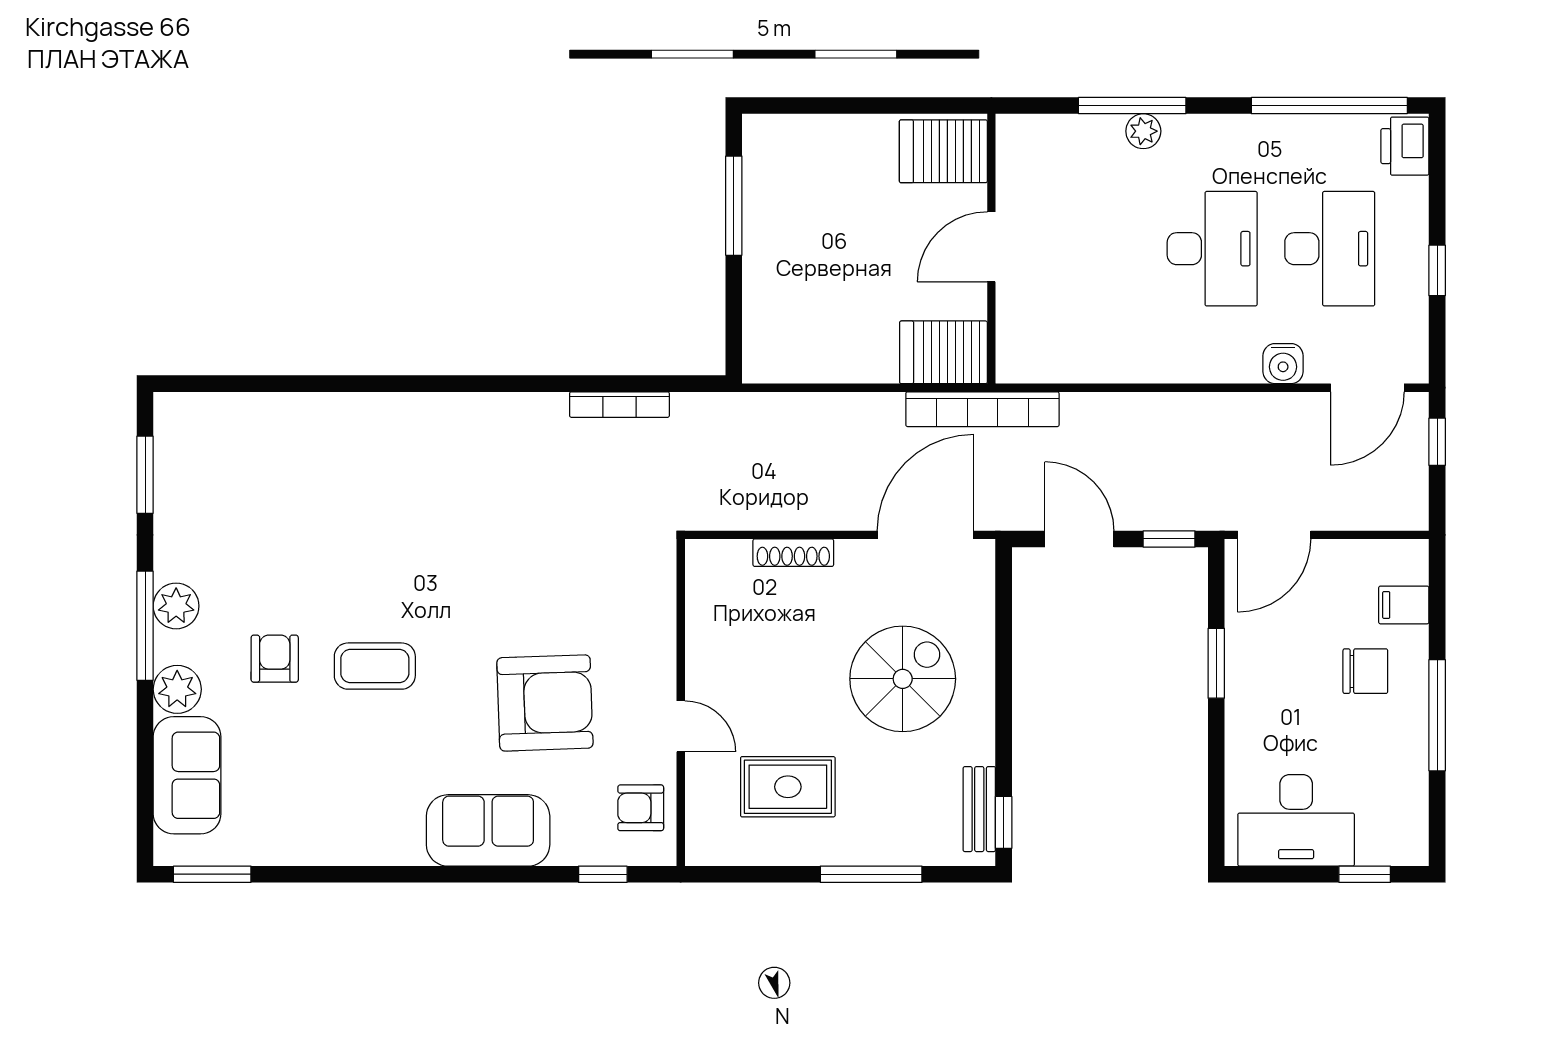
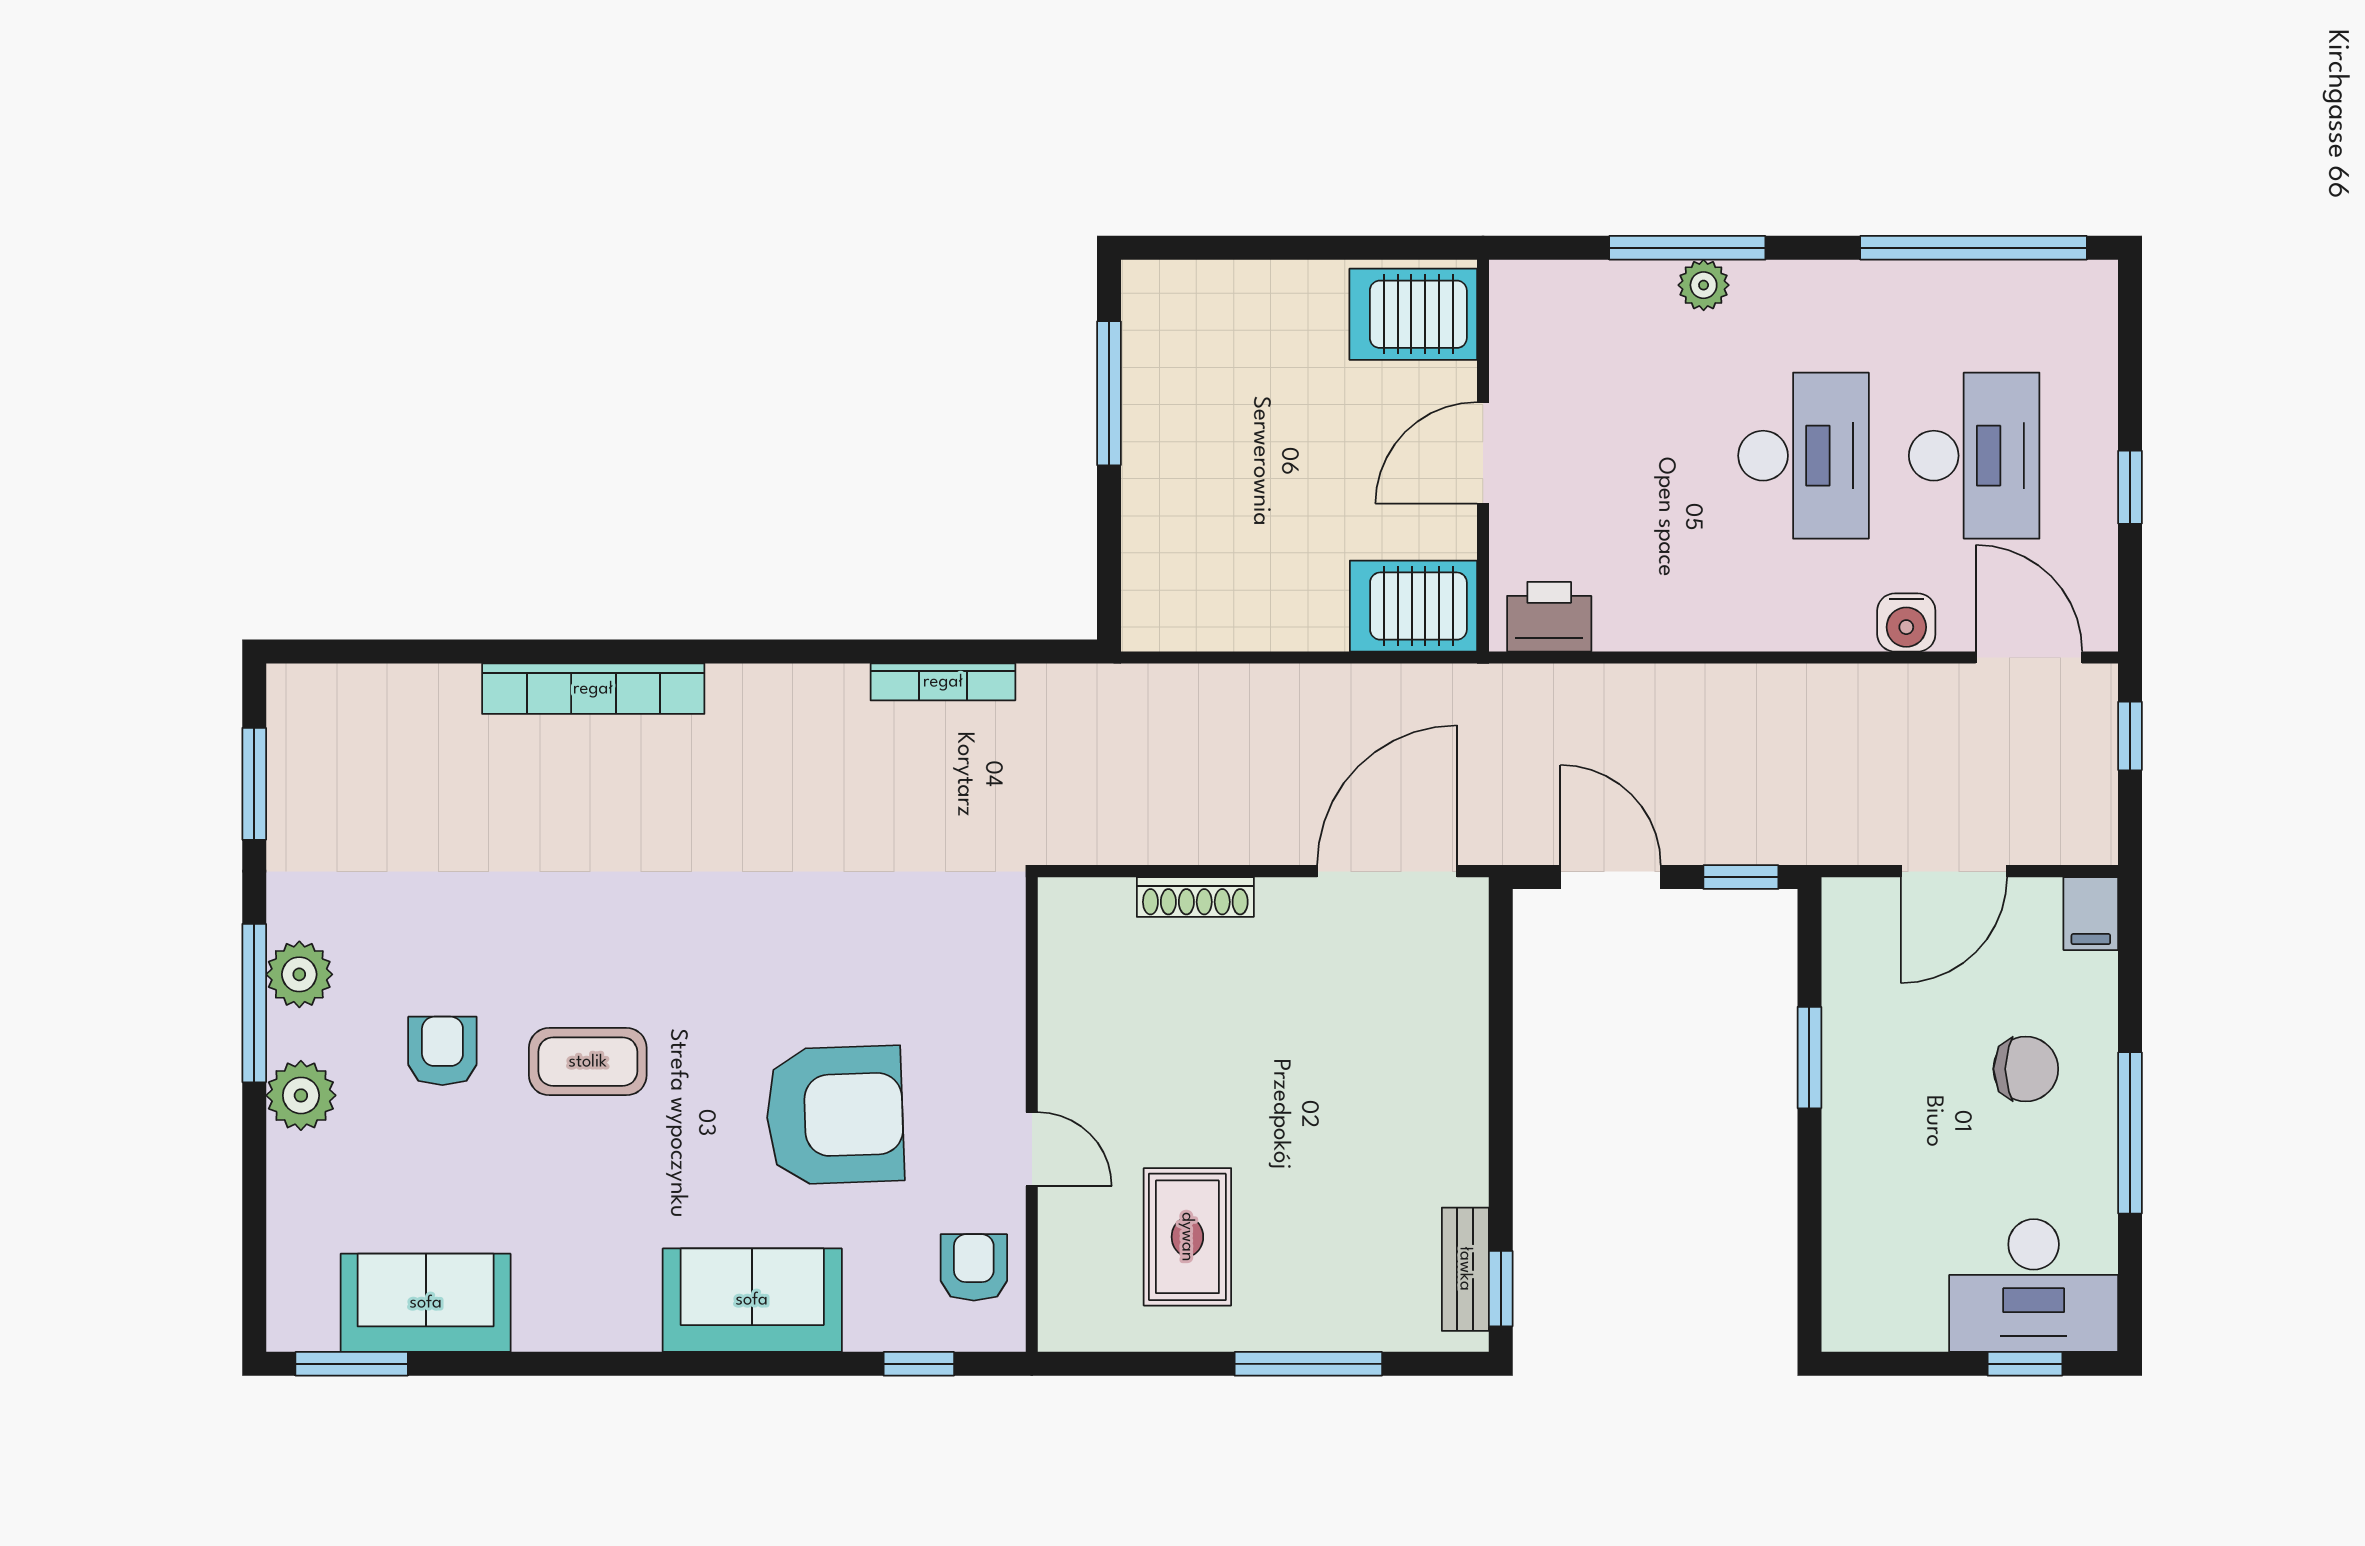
printer: (1405, 146) -> (1549, 617), moved, turned 90
door: (1367, 388) -> (2029, 657), swing flipped
bookcase: (982, 409) -> (593, 689), moved
door: (1274, 535) -> (1954, 871), moved
filing cabinet: (1404, 605) -> (2091, 914), moved, turned -90
spiral stairs: (903, 679) -> (1354, 1080), removed
sofa: (187, 775) -> (426, 1303), moved, turned -90
rug: (788, 787) -> (1187, 1237), turned 90
armchair: (641, 808) -> (974, 1267), turned 90
desk: (1296, 820) -> (2034, 1286), moved

